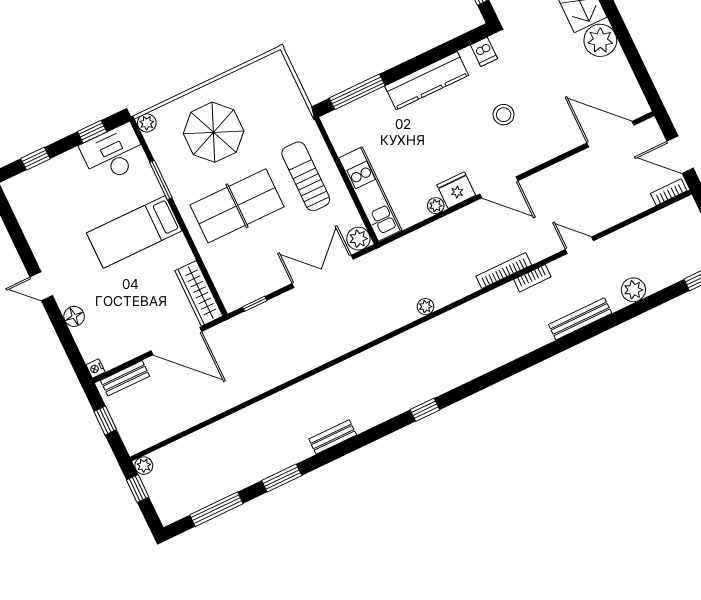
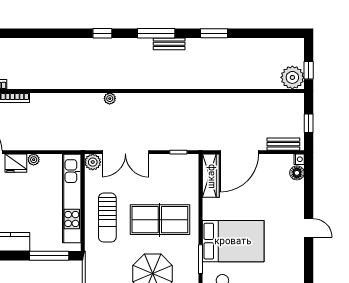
kitchen unit: (370, 194) -> (72, 199), width x1.36
bed: (134, 232) -> (233, 241), width x1.50
plant: (425, 307) -> (110, 99), moved
floor lamp: (74, 316) -> (297, 173), moved
door: (176, 341) -> (239, 152), swing flipped
plant: (144, 466) -> (292, 77), width x1.87, depth x1.87
window: (216, 509) -> (156, 33), moved

